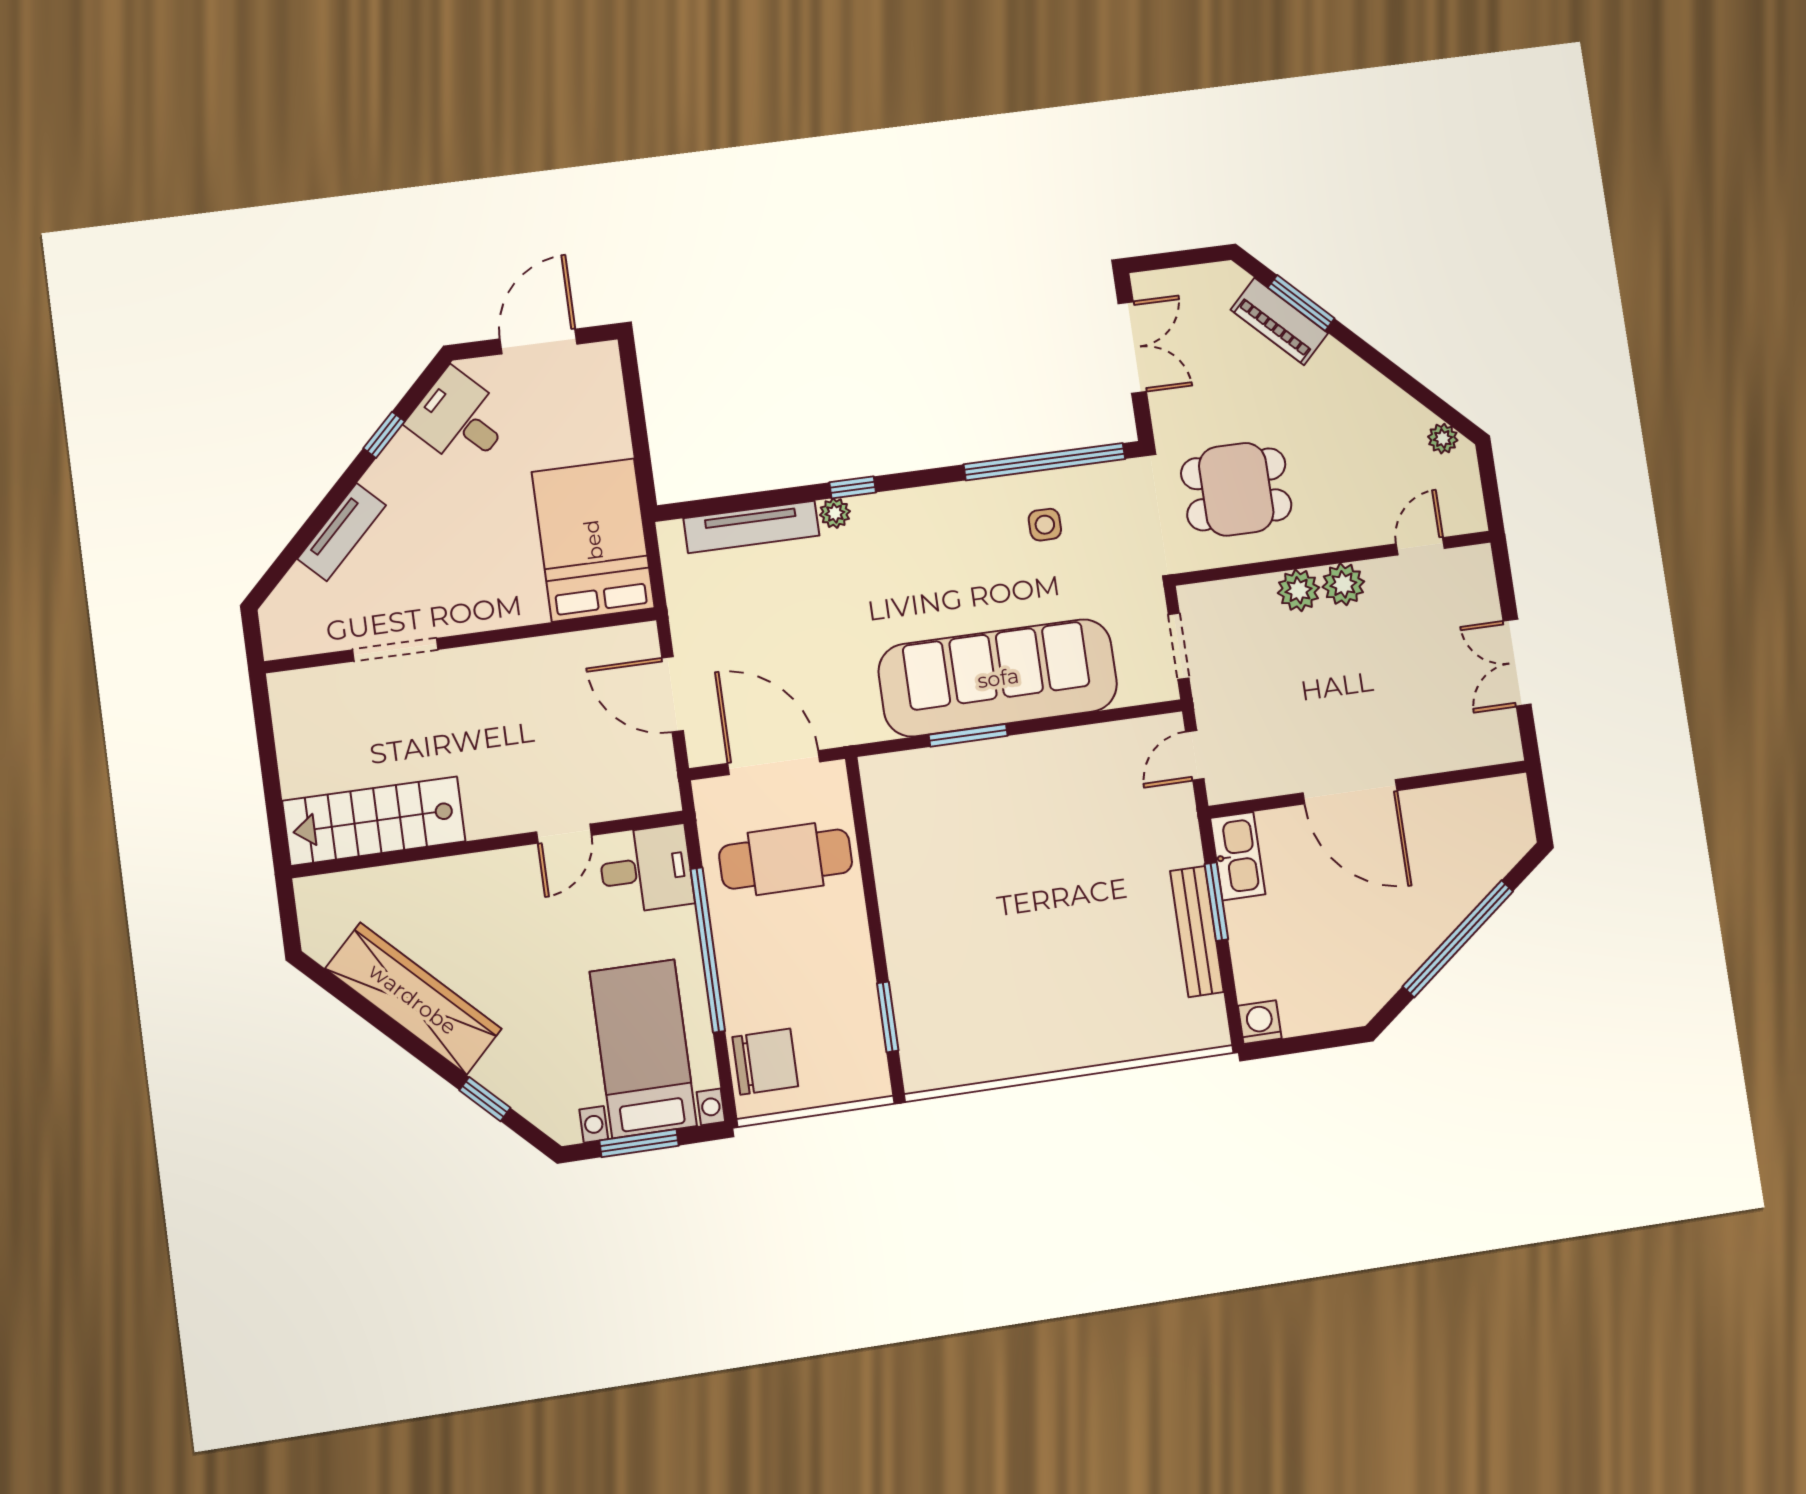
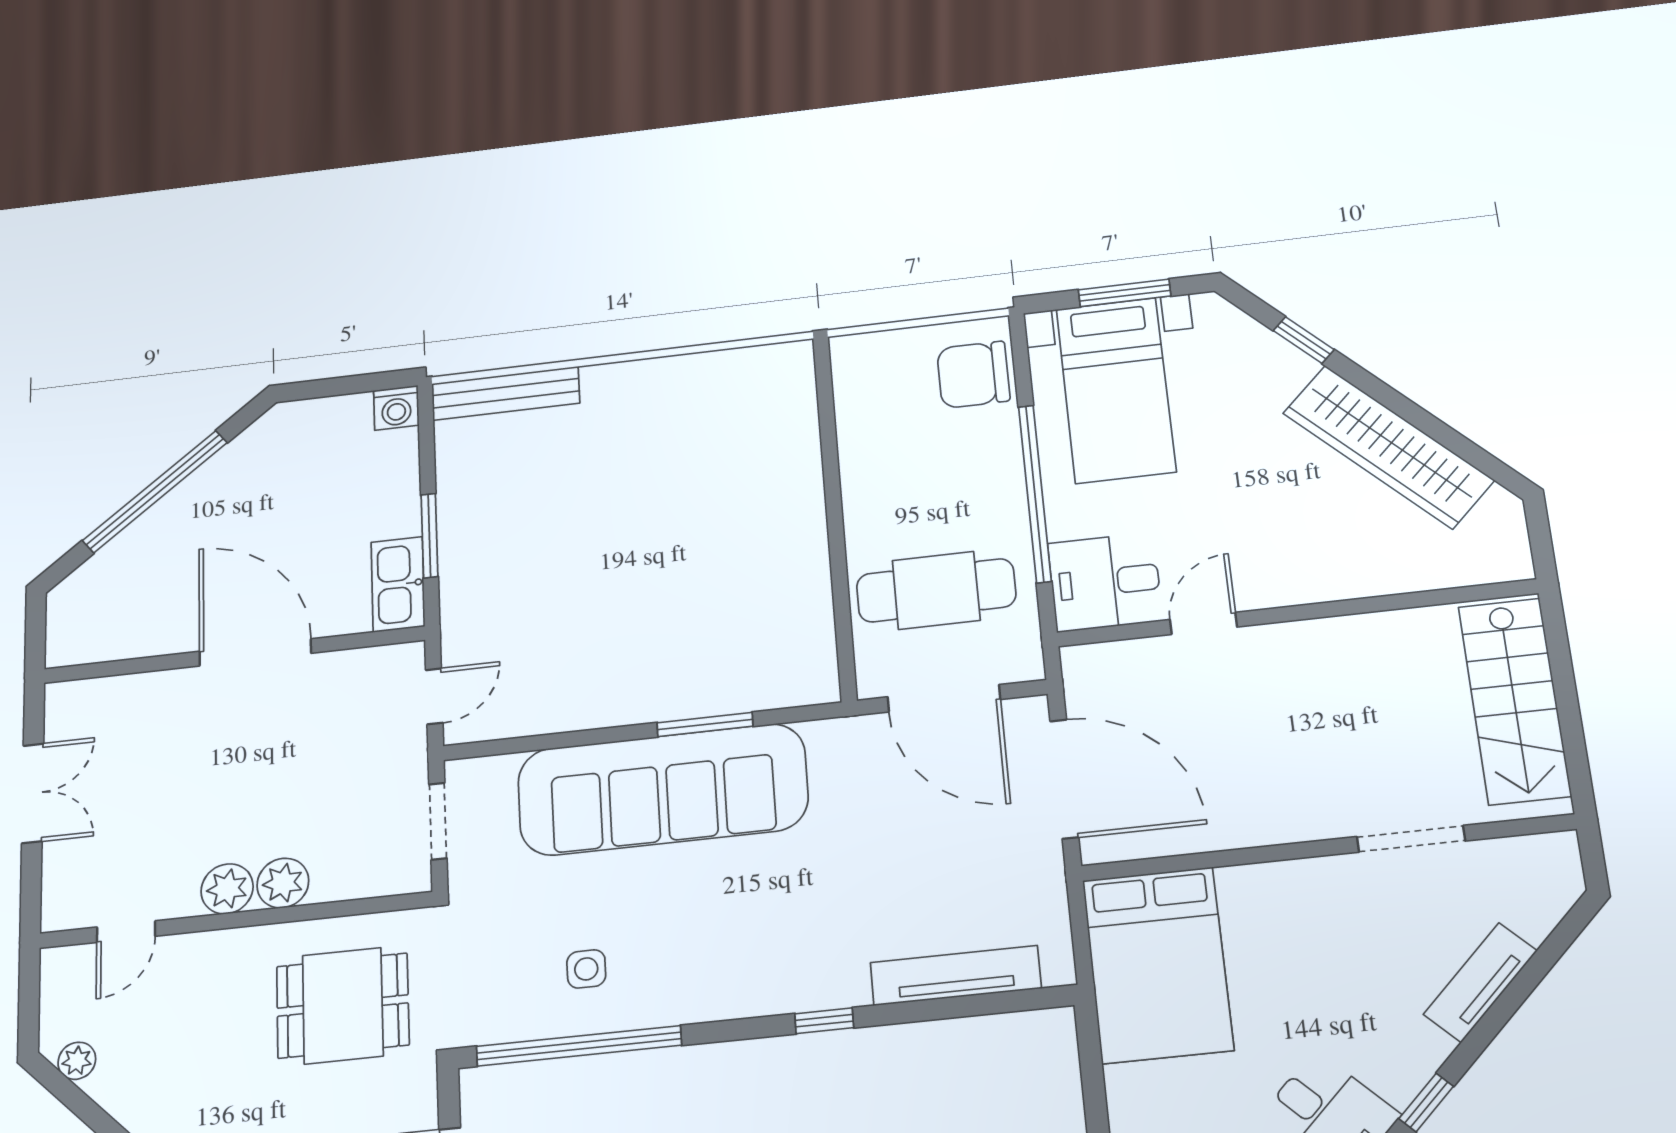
plant: (835, 513) -> (849, 990), removed
door: (673, 694) -> (1064, 779), width x1.36
stairs: (374, 821) -> (1514, 701), moved, turned 90
bench: (1197, 931) -> (506, 393), moved, turned 90
window: (888, 1017) -> (827, 419), removed

